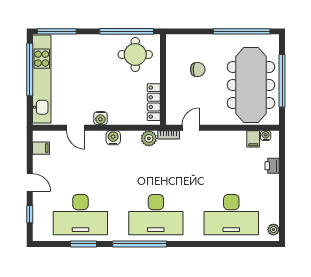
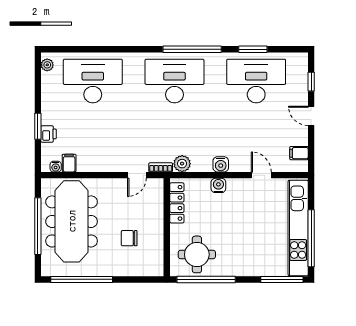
water cooler: (101, 118) -> (218, 185), moved
window: (282, 173) -> (38, 126), added

